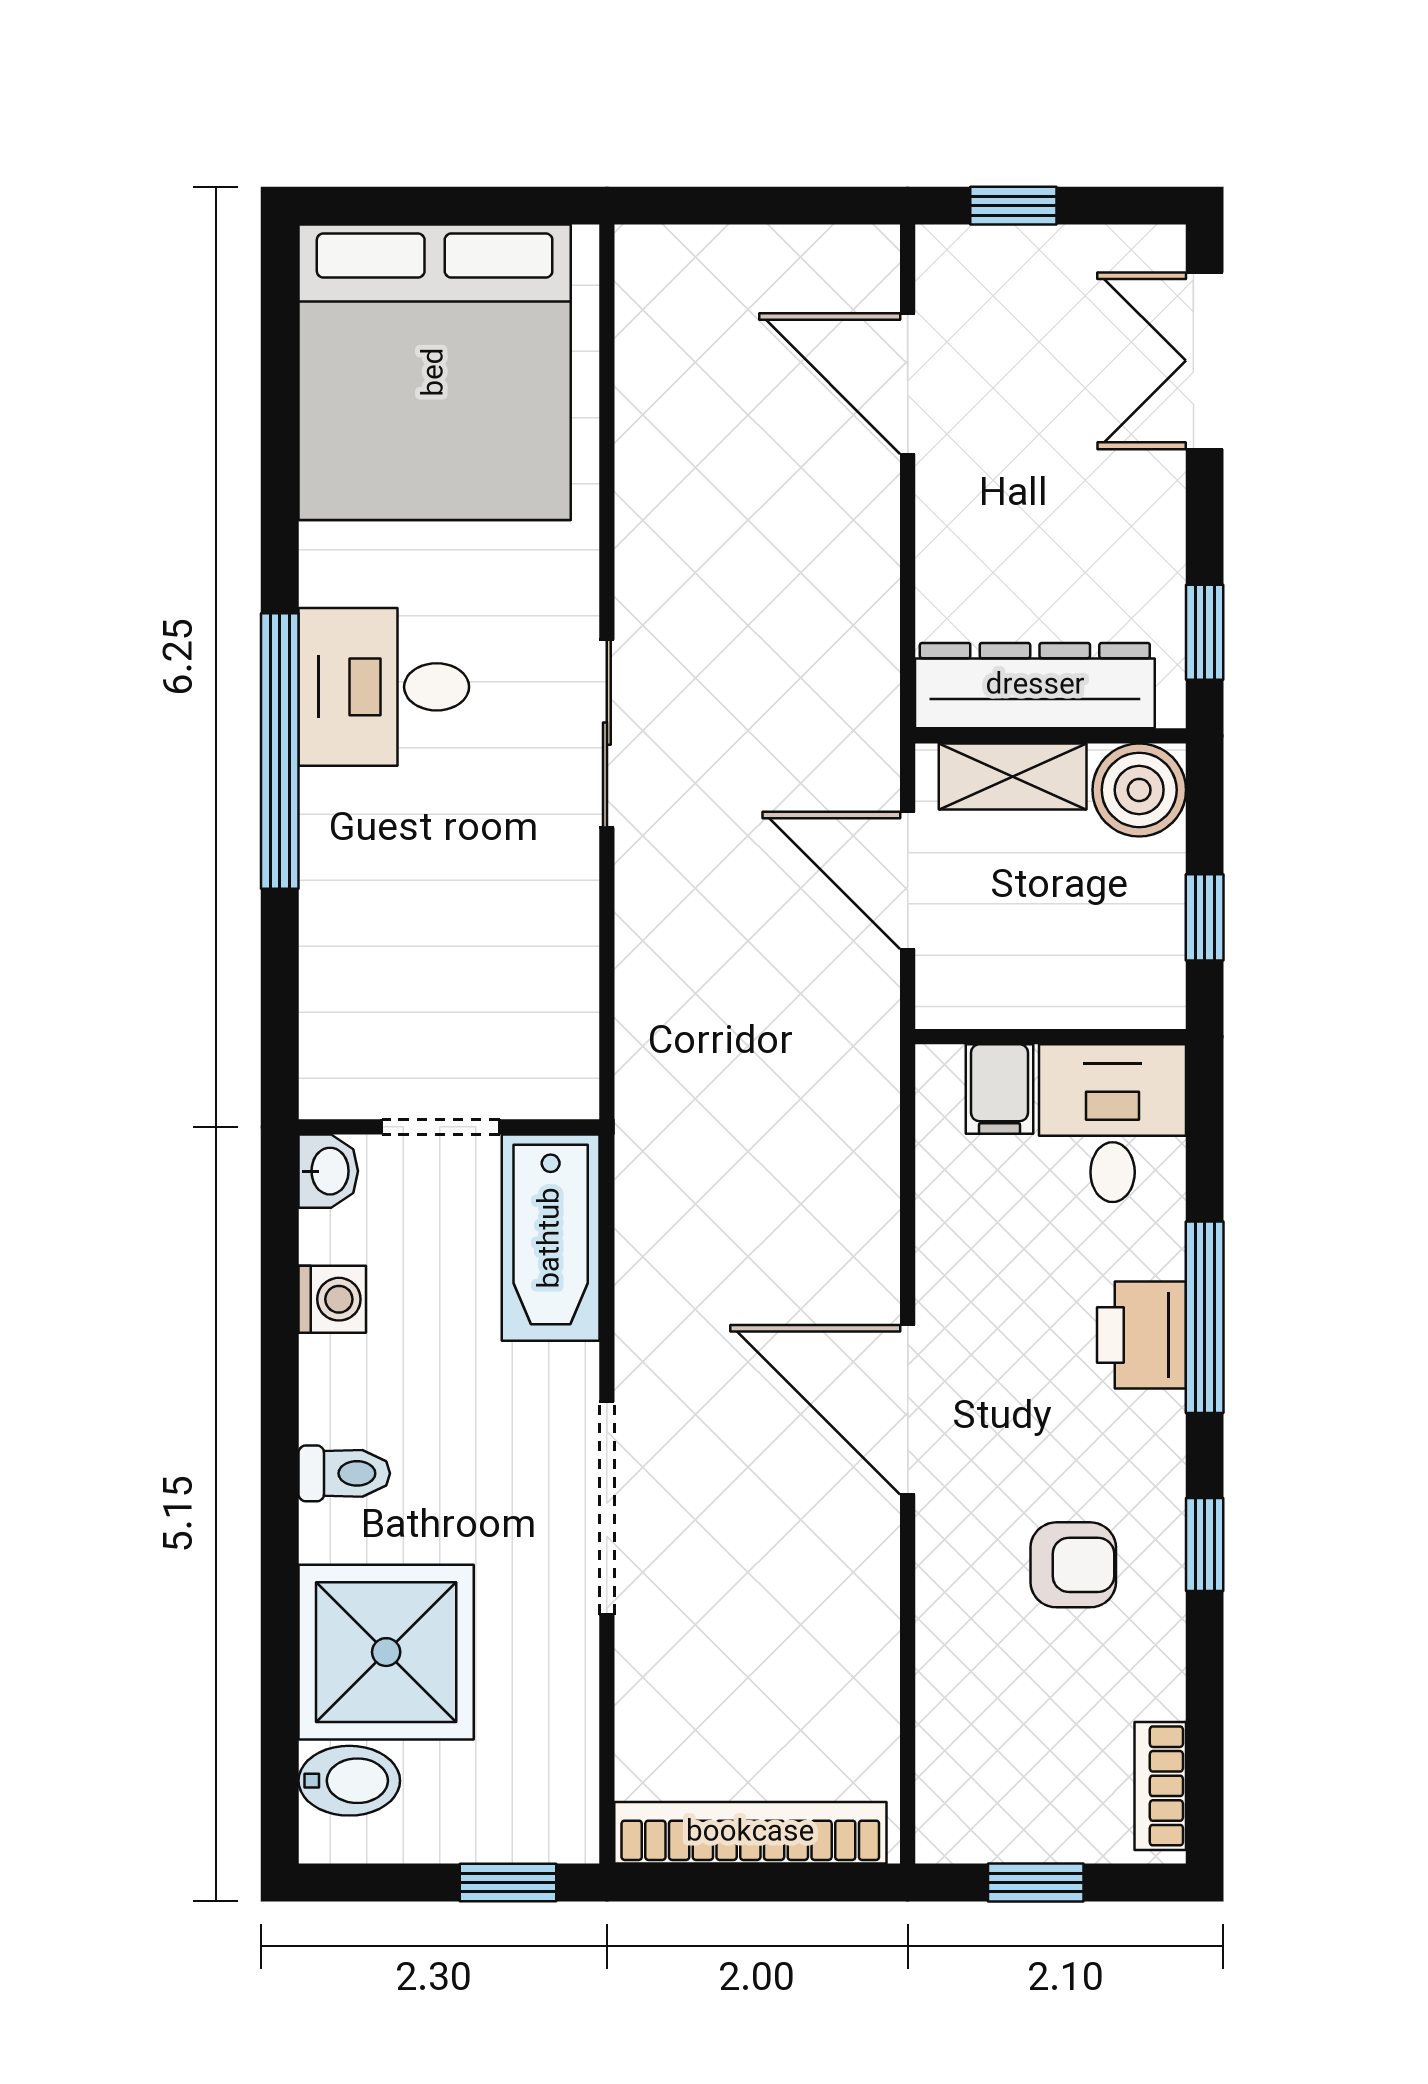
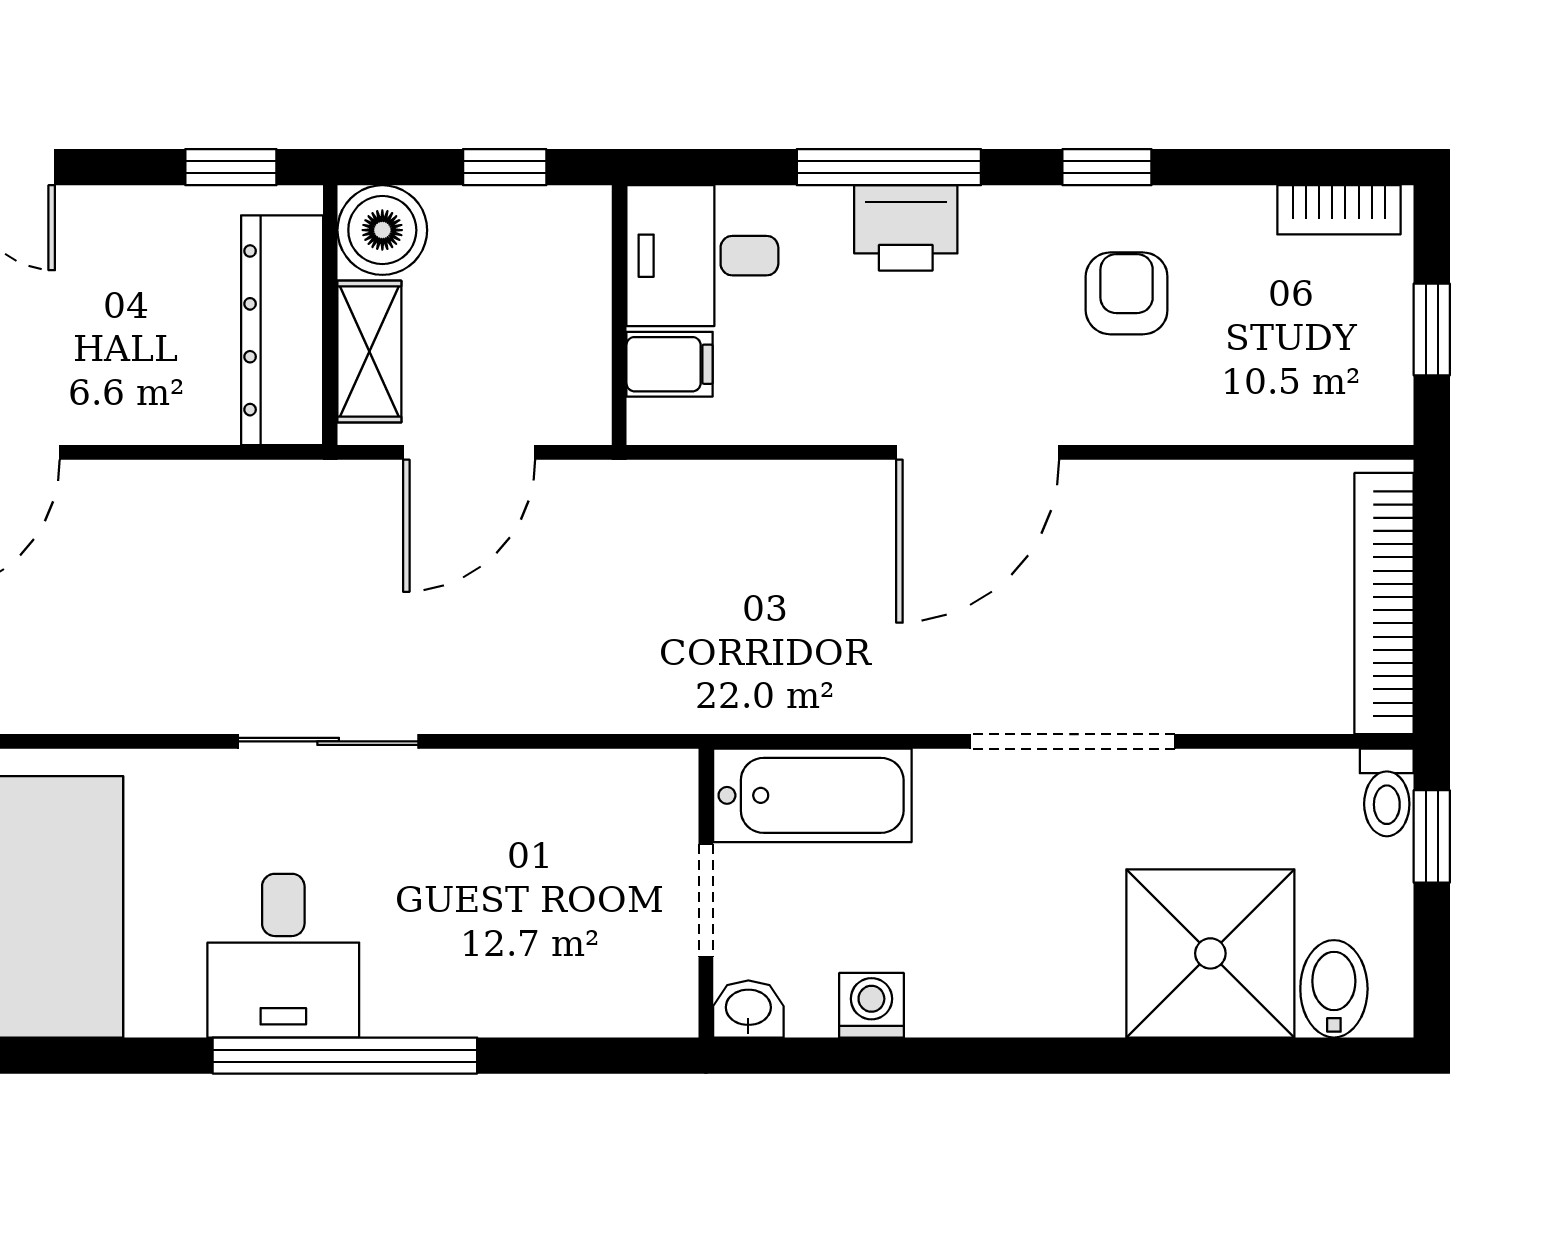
toilet: (344, 1473) -> (1387, 792), moved, turned 180

